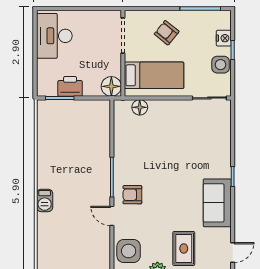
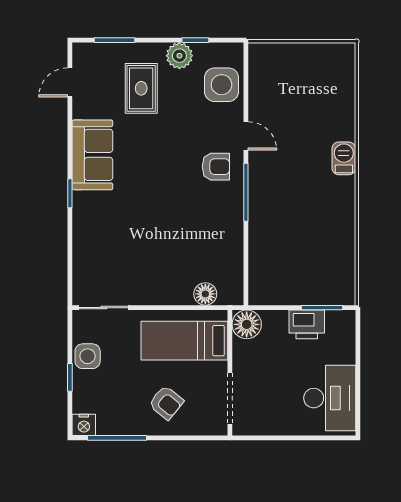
nightstand: (224, 38) -> (84, 425), moved, turned -90

